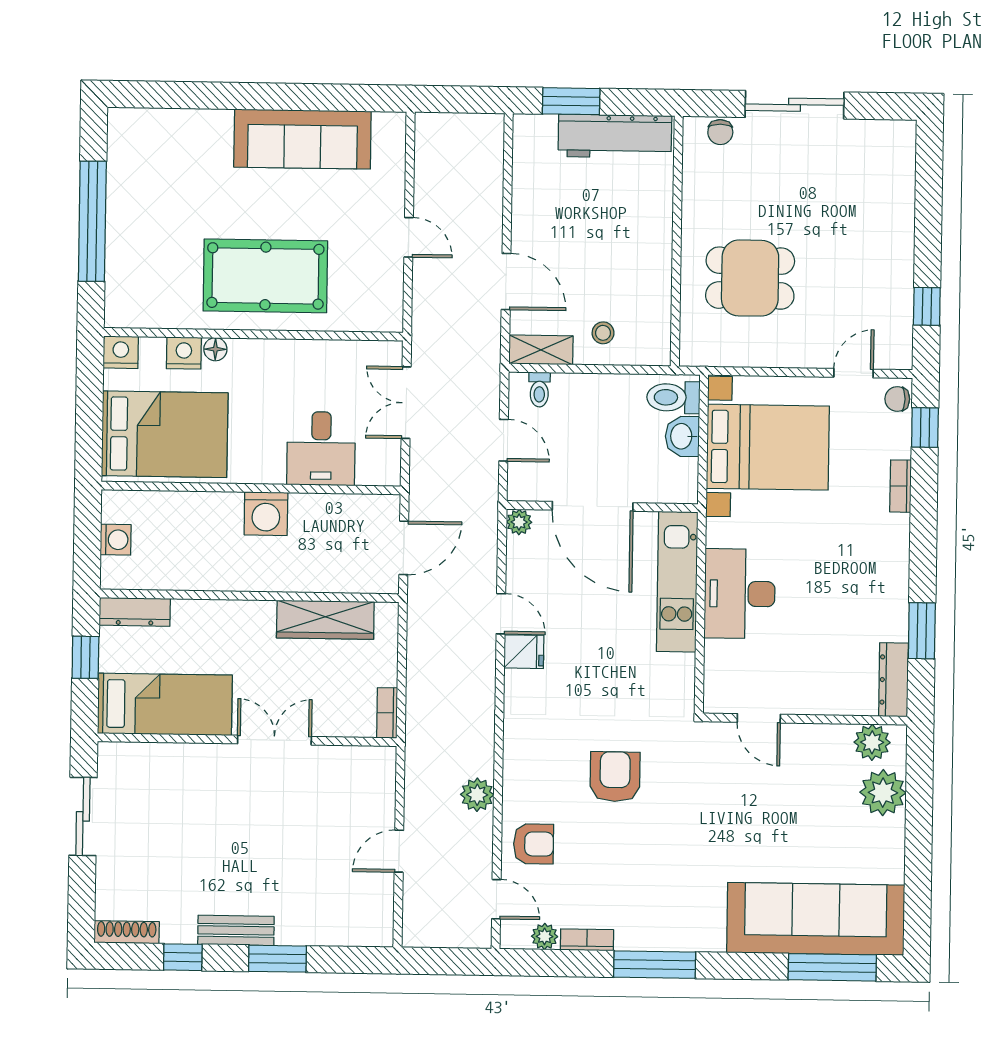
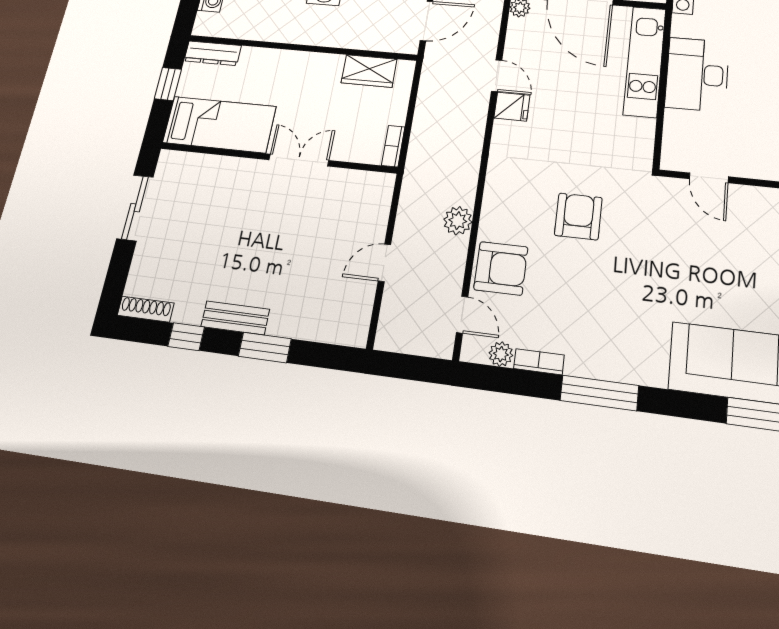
wardrobe: (325, 620) -> (369, 71), width x0.67
armchair: (534, 844) -> (501, 268), width x1.38, depth x1.38

